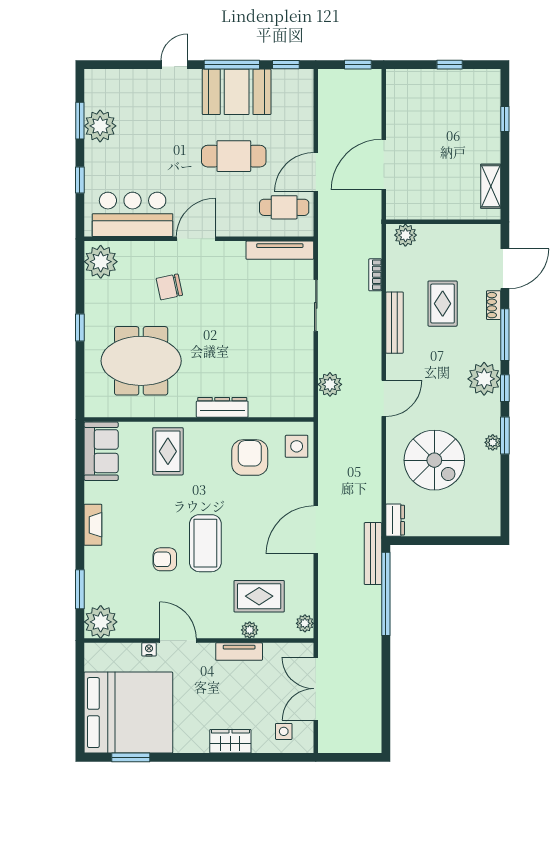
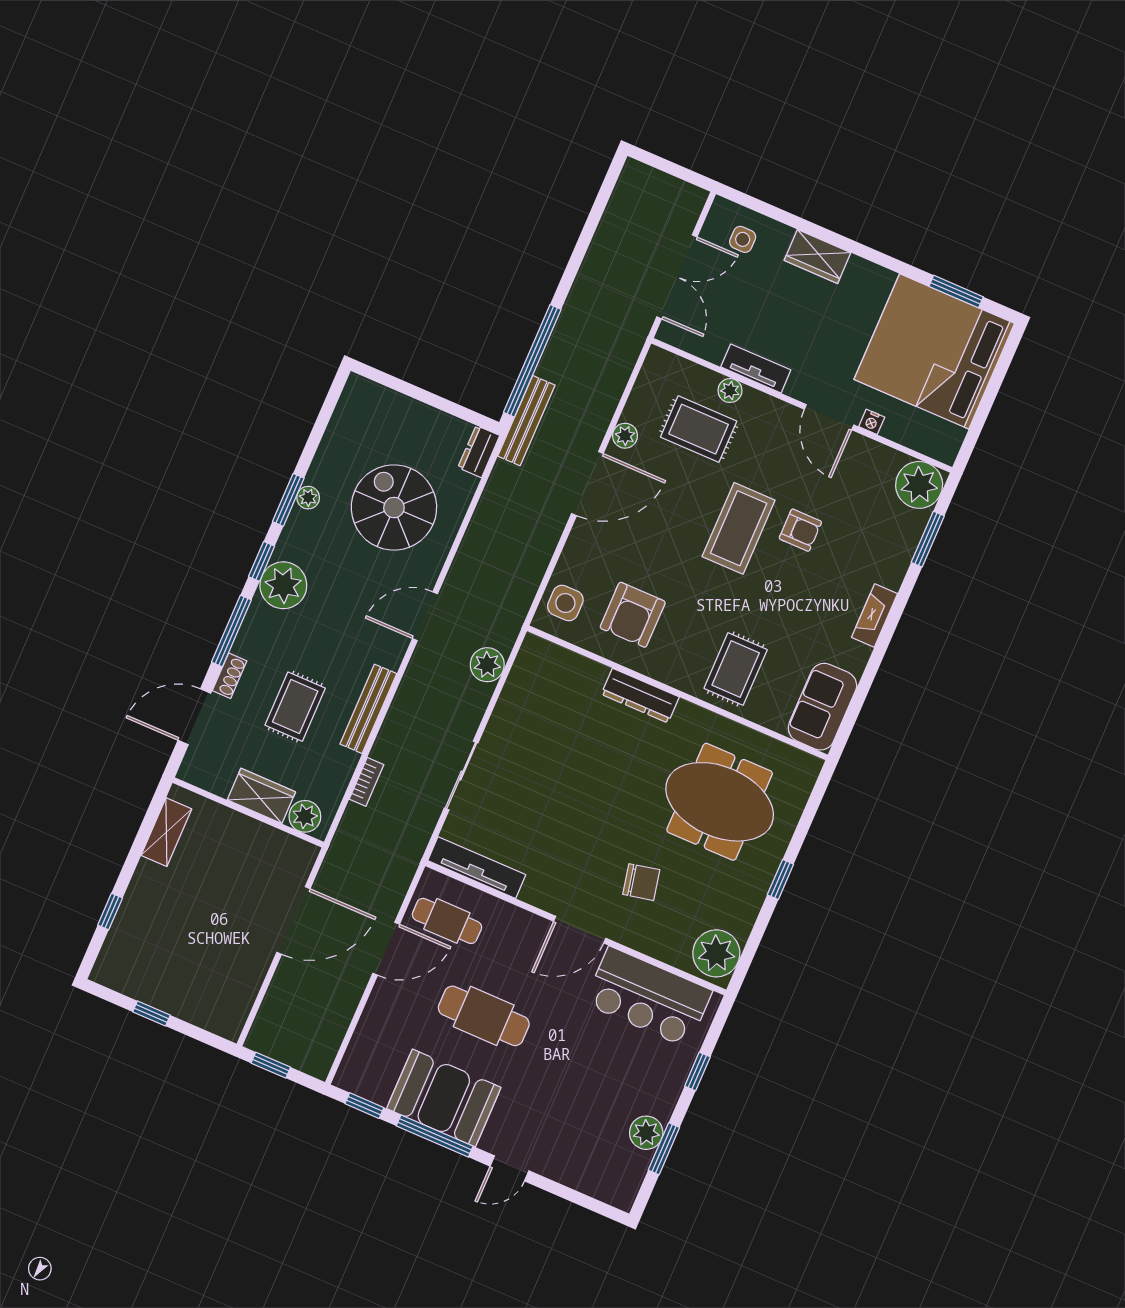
plant: (100, 126) -> (646, 1133), width x0.73, depth x0.73
wardrobe: (439, 236) -> (261, 796), added
plant: (305, 623) -> (625, 436), moved

